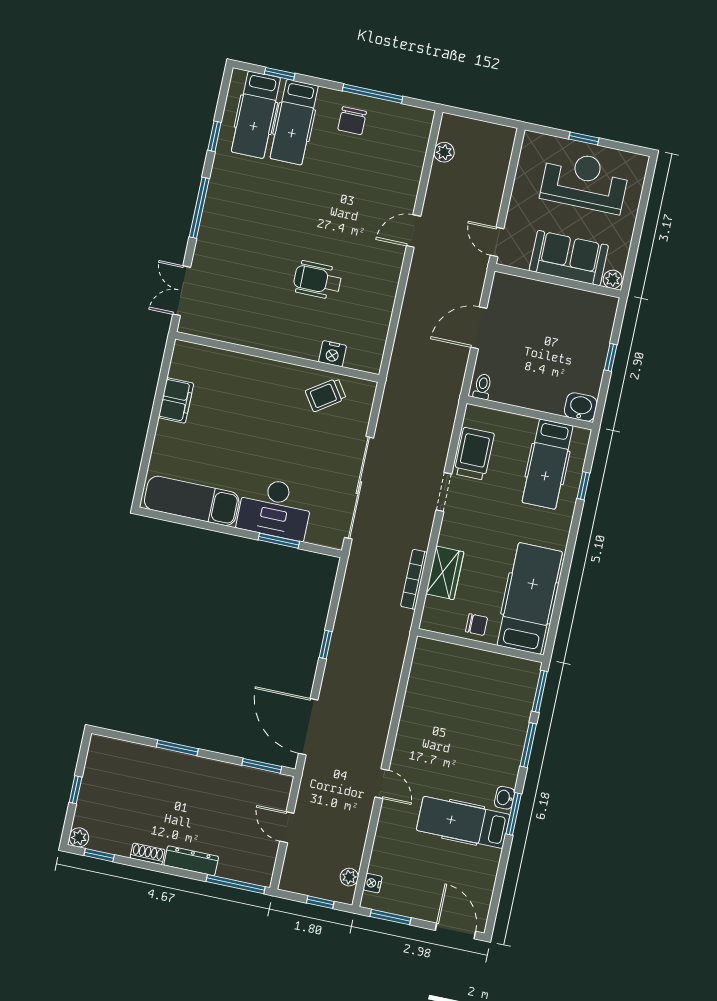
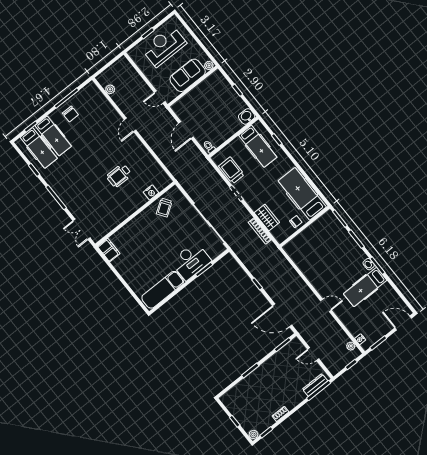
filing cabinet: (176, 400) -> (109, 250), moved
dresser: (191, 861) -> (315, 385), moved

